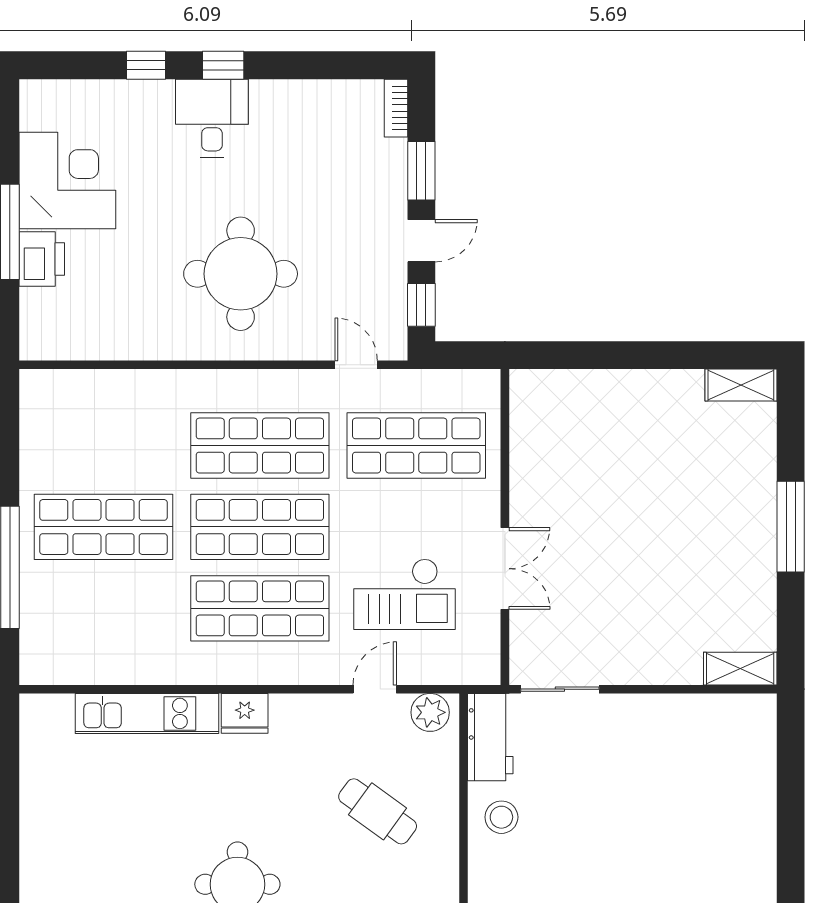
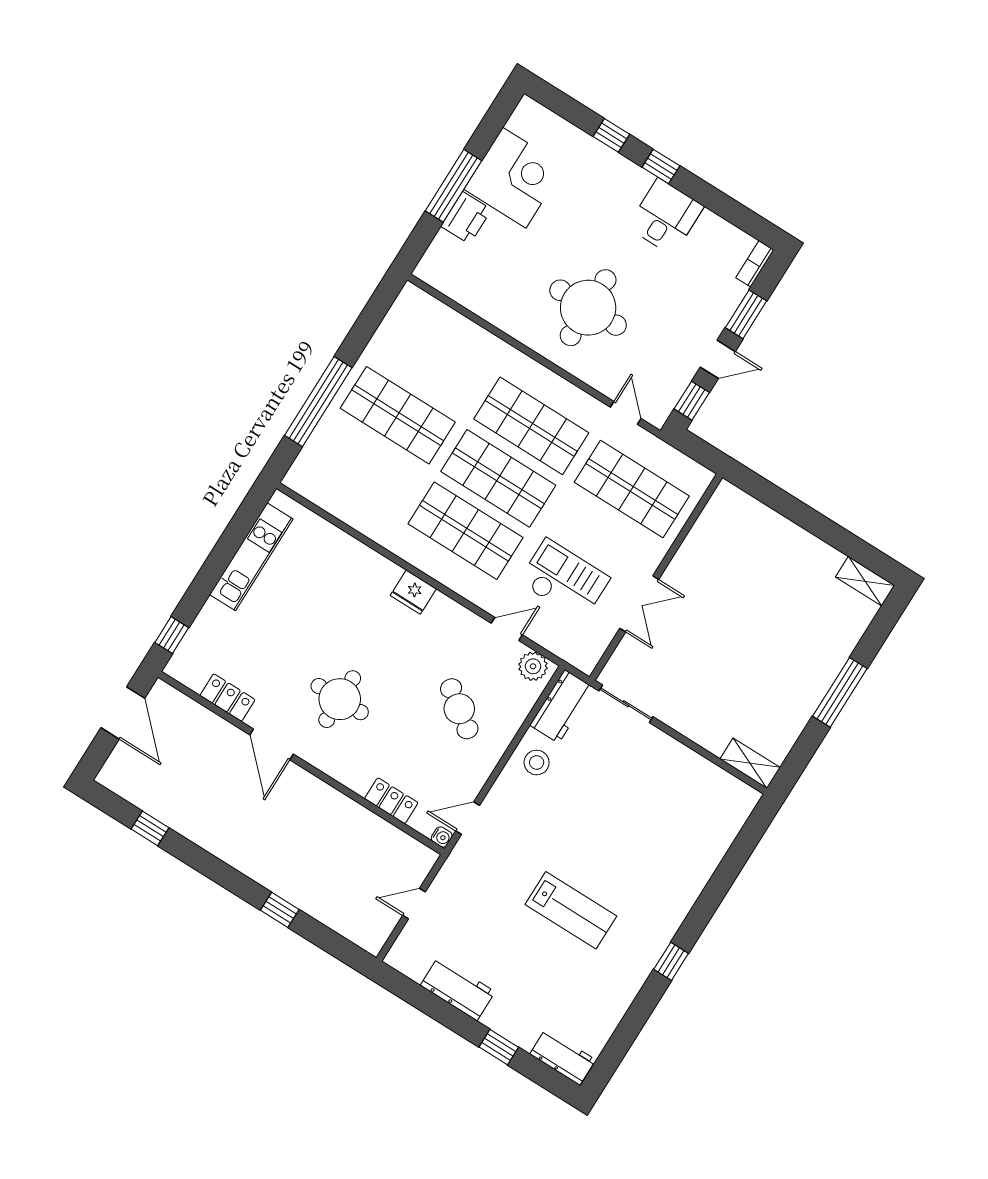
desk: (212, 118) -> (666, 217), moved
checkout: (405, 594) -> (564, 580), turned 180
kitchen unit: (147, 713) -> (251, 557), moved, turned -90

